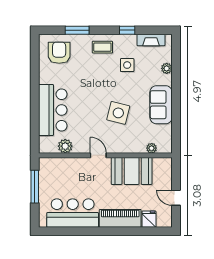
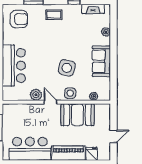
armchair: (59, 53) -> (19, 19), turned 90
side table: (127, 65) -> (70, 93), moved
plant: (65, 146) -> (36, 95), moved
door: (176, 198) -> (113, 136), swing flipped

